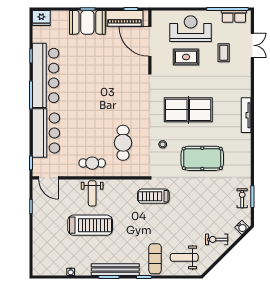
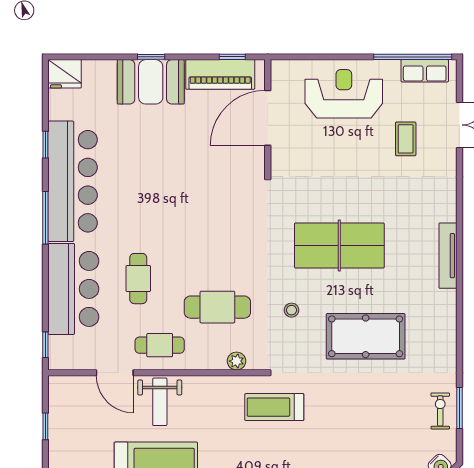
door: (150, 42) -> (268, 118), hinge flipped
rug: (186, 57) -> (335, 147), removed
cafe table: (81, 127) -> (138, 279), added
cafe table: (123, 143) -> (217, 307), turned 90
plant: (133, 172) -> (237, 361), added
door: (49, 178) -> (115, 373), moved

